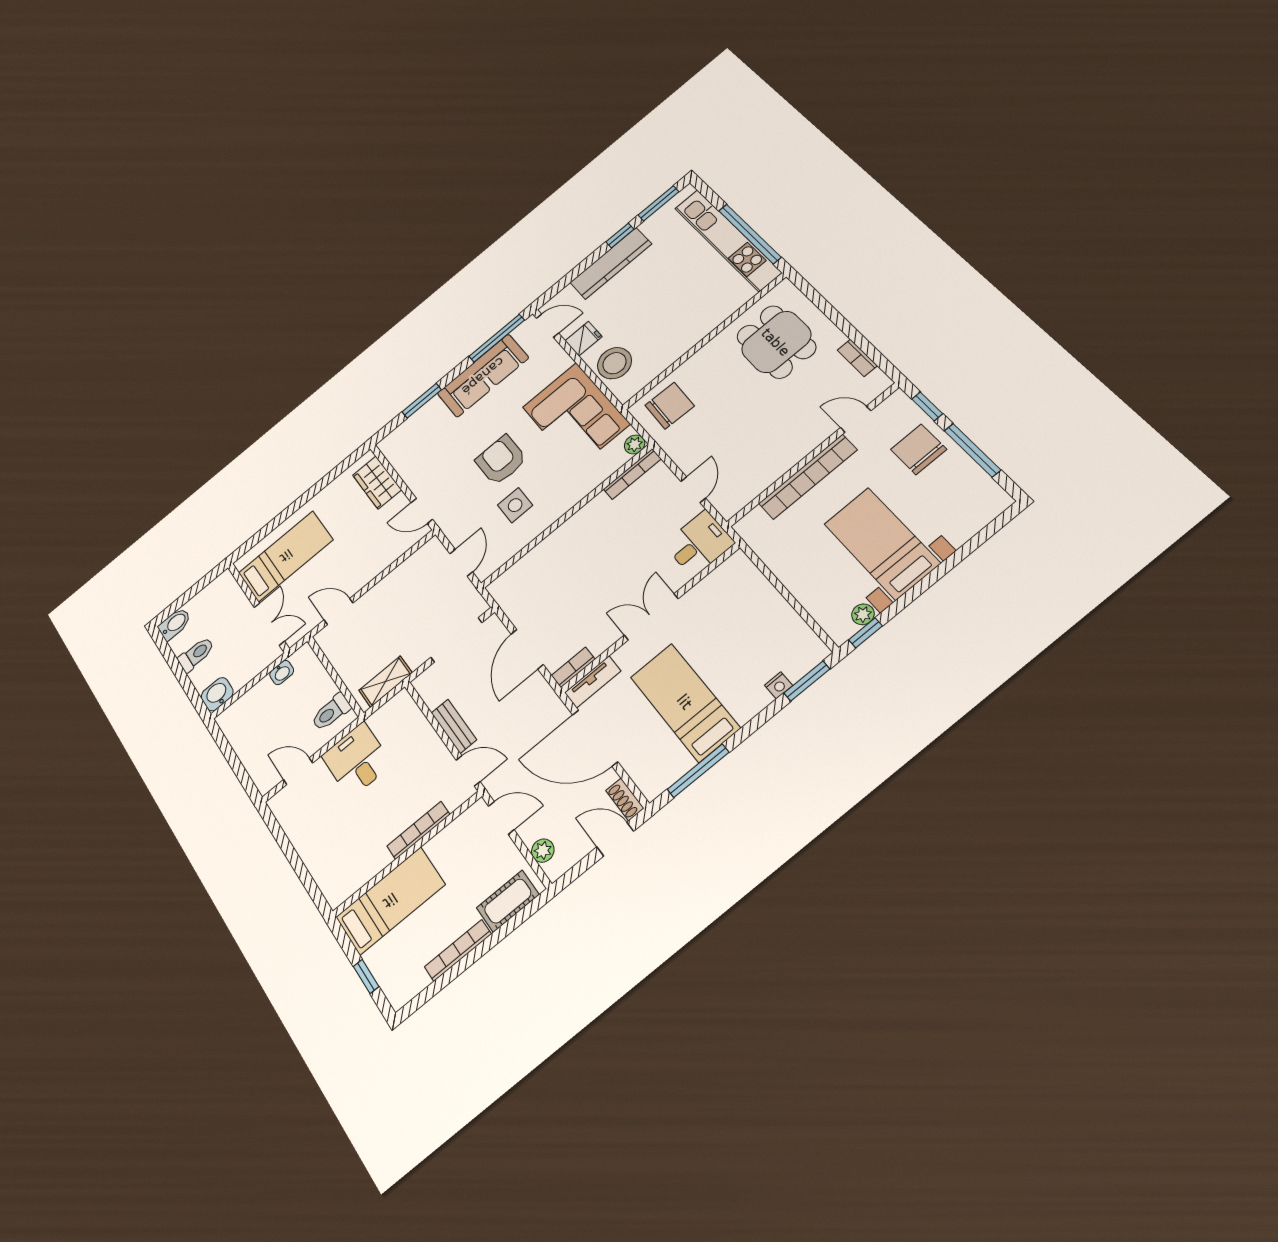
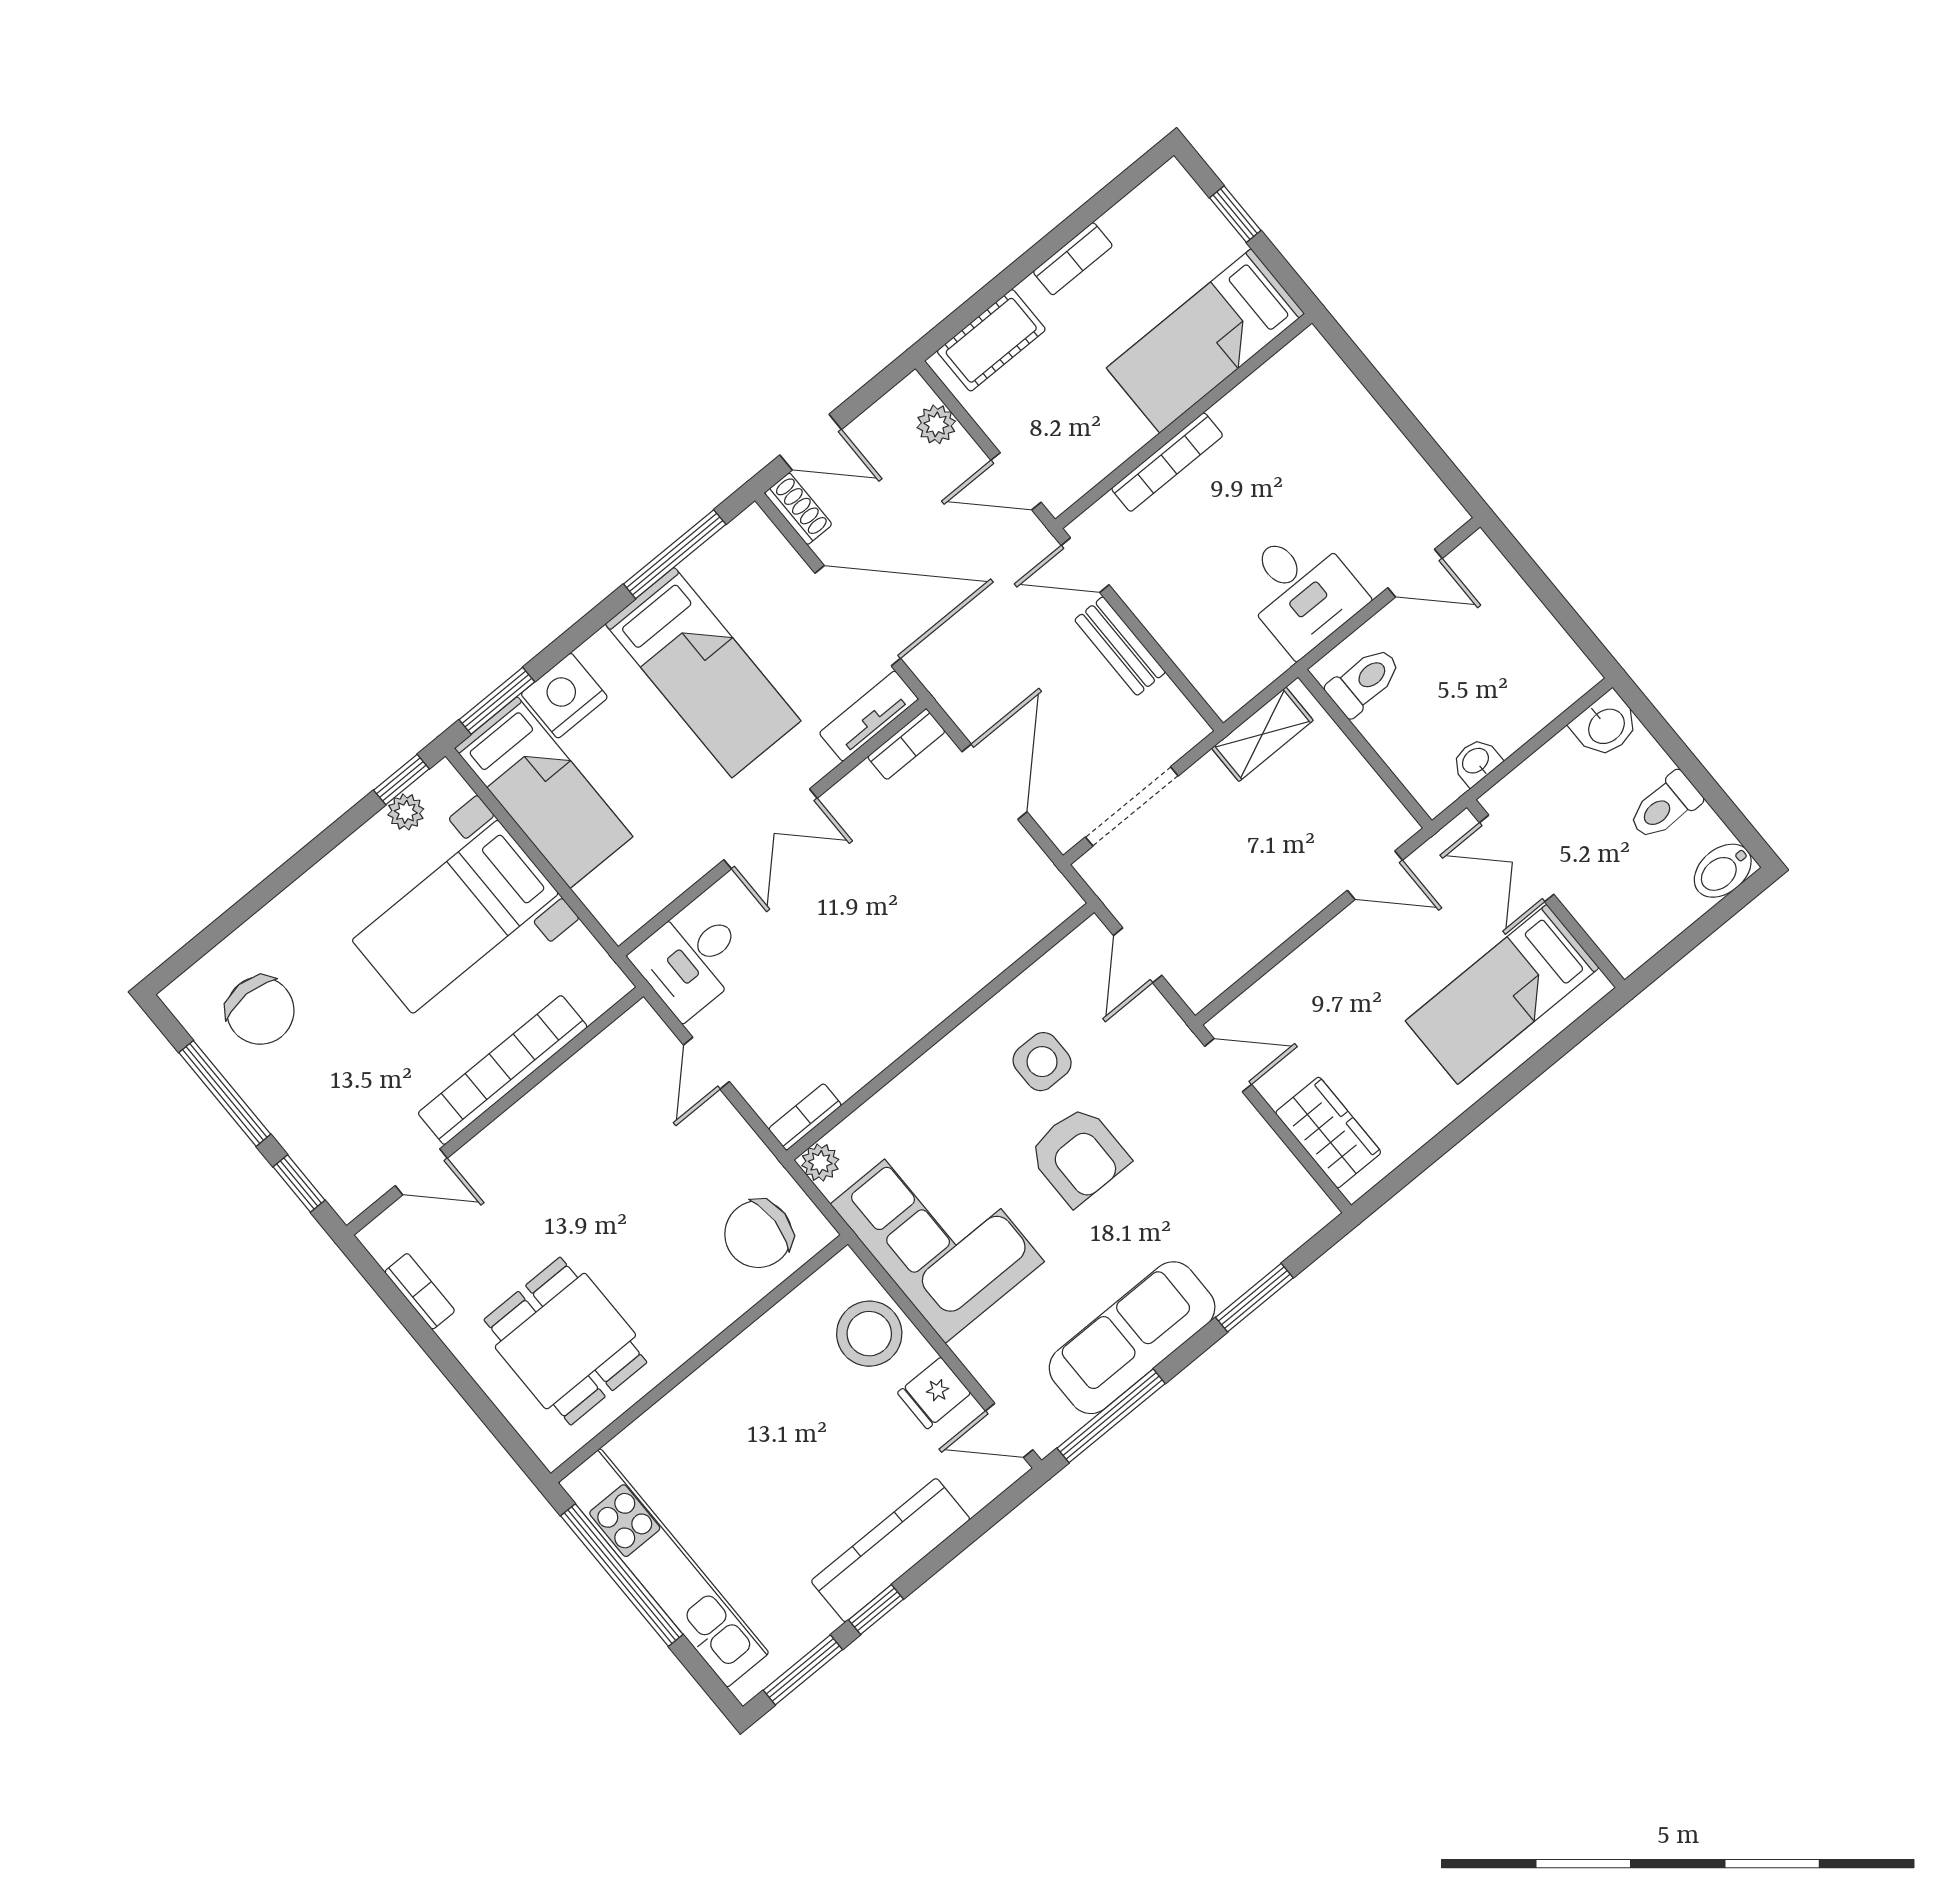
chair: (919, 449) -> (260, 1011), moved
bookcase: (632, 474) -> (805, 1117), width x0.64
bed with nightstands: (882, 543) -> (455, 917), moved, turned 90
bed: (780, 630) -> (544, 792), added
nightstand: (779, 685) -> (564, 696), width x1.89, depth x1.79
bookcase: (458, 950) -> (1073, 259), width x0.64

